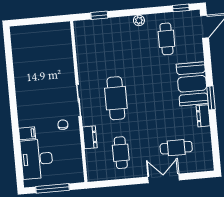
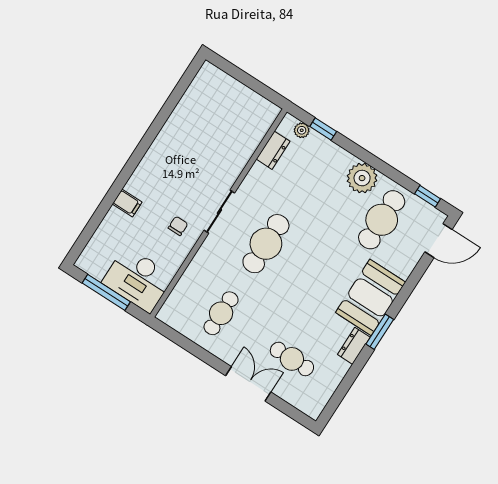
plant: (139, 20) -> (362, 178), width x1.88, depth x1.88
plant: (89, 25) -> (302, 130), added
cafe table: (166, 39) -> (382, 220), width x1.37, depth x1.35
dresser: (90, 137) -> (273, 150), moved
desk: (37, 159) -> (138, 279), moved, turned -90

